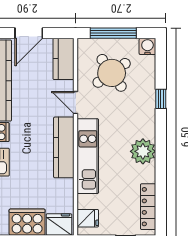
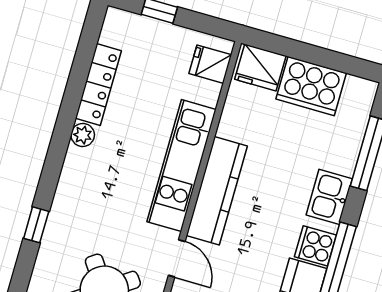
plant: (143, 151) -> (83, 135), width x0.53, depth x0.53
locker: (148, 207) -> (98, 84), moved

